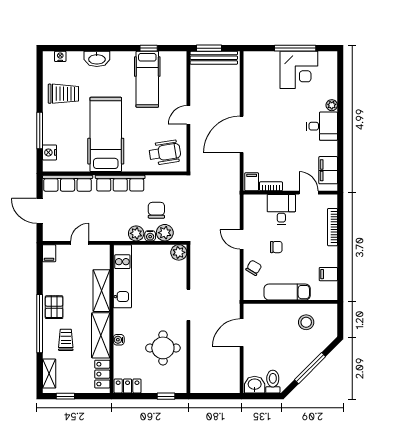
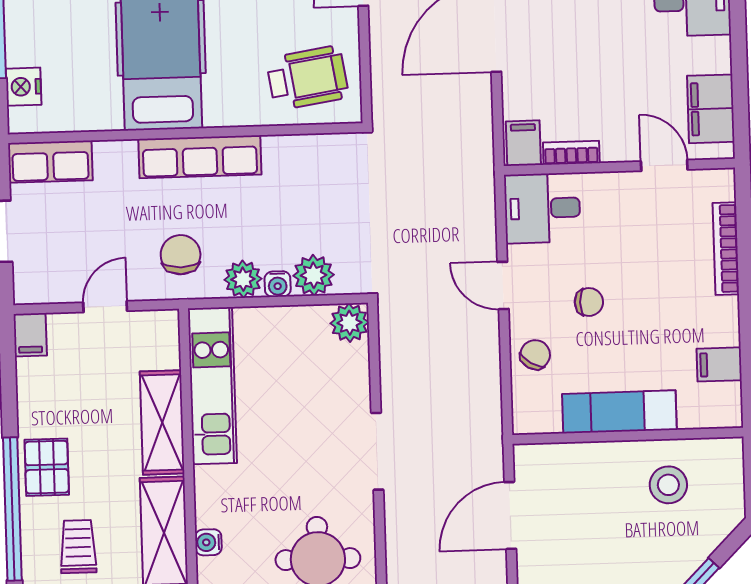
row of seats: (68, 183) -> (50, 162), width x0.68
desk: (281, 209) -> (542, 208), moved, turned -90
chair: (156, 210) -> (181, 255), moved

